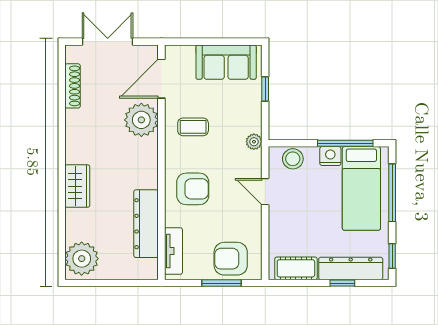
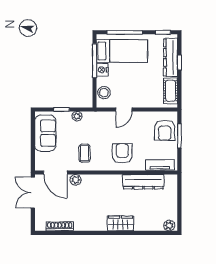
double door: (108, 42) -> (33, 193), moved
plant: (141, 120) -> (76, 180), width x0.53, depth x0.53
plant: (254, 142) -> (77, 116), moved
plant: (82, 259) -> (169, 226), width x0.53, depth x0.53

